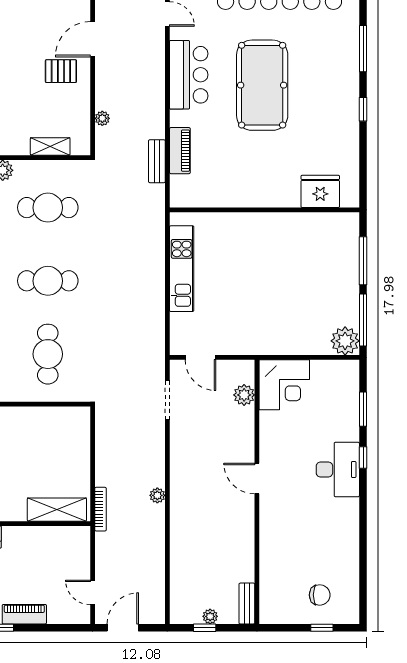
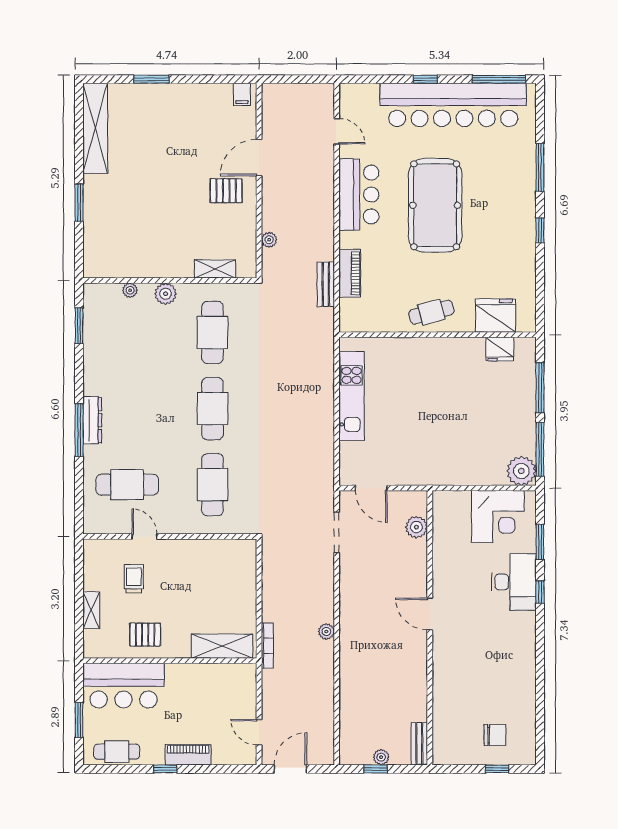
cafe table: (259, 188) -> (431, 312), added
cafe table: (48, 208) -> (213, 332), turned 90
fridge: (324, 224) -> (500, 349), added
cafe table: (48, 281) -> (213, 409), turned 90
corner desk: (284, 385) -> (498, 517), moved
desk: (338, 469) -> (514, 582), moved

